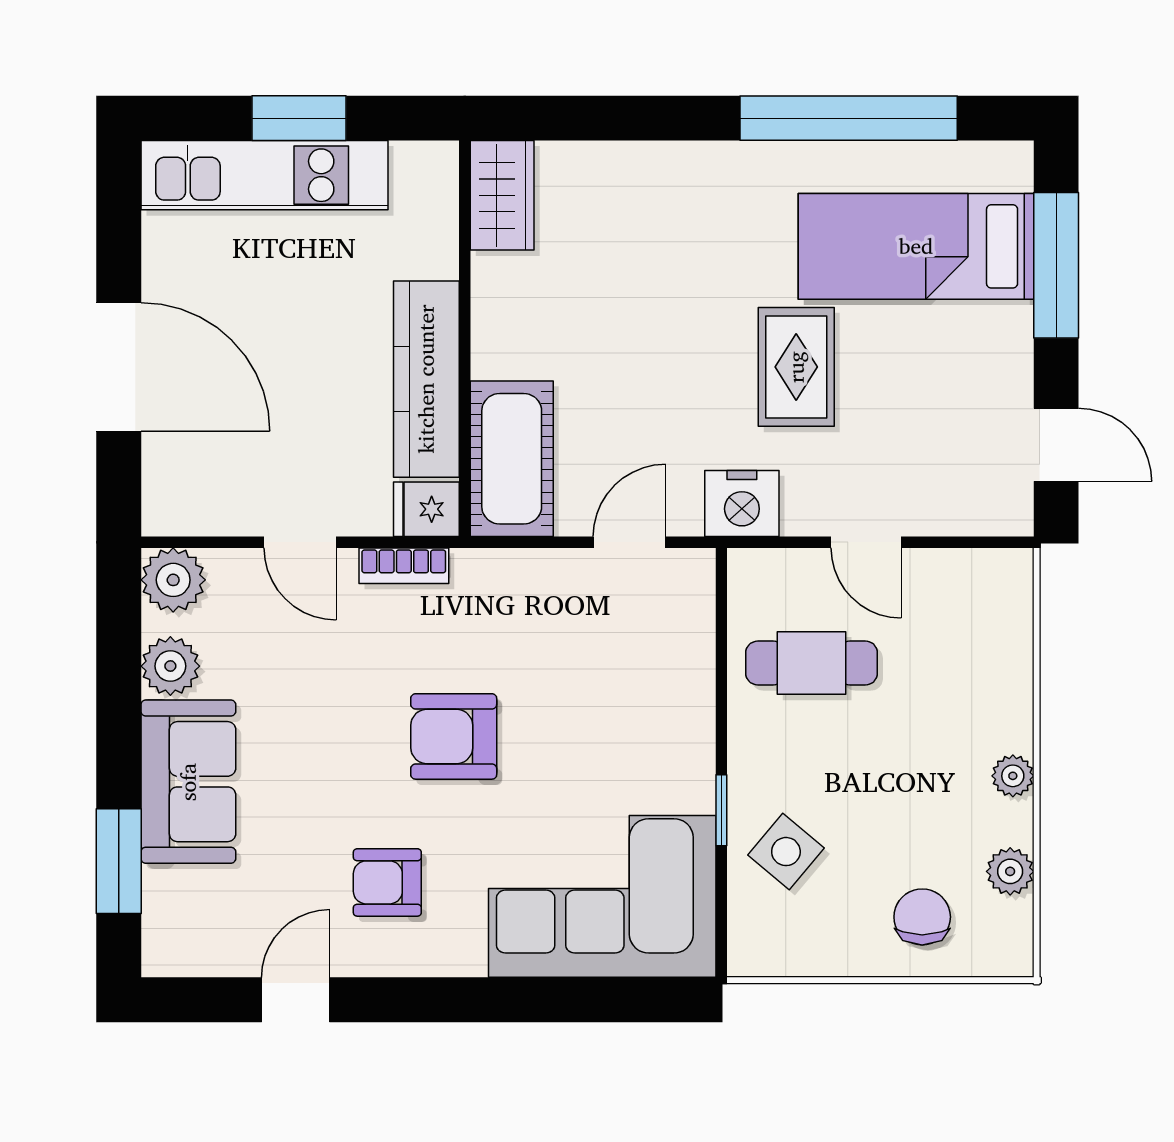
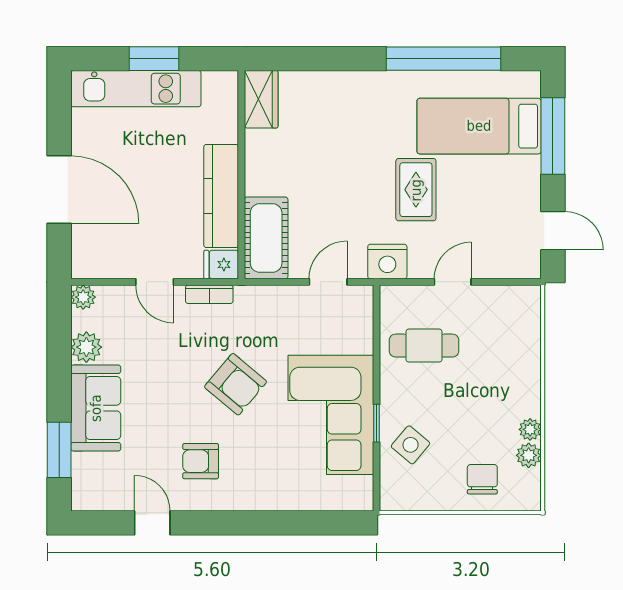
door: (866, 542) -> (453, 282), swing flipped
plant: (173, 580) -> (83, 297), width x0.73, depth x0.73
armchair: (454, 736) -> (236, 384), turned -140
plant: (1013, 776) -> (530, 429), moved
corner sofa: (602, 896) -> (331, 415), moved, turned -90
door: (296, 1000) -> (152, 523), hinge flipped

